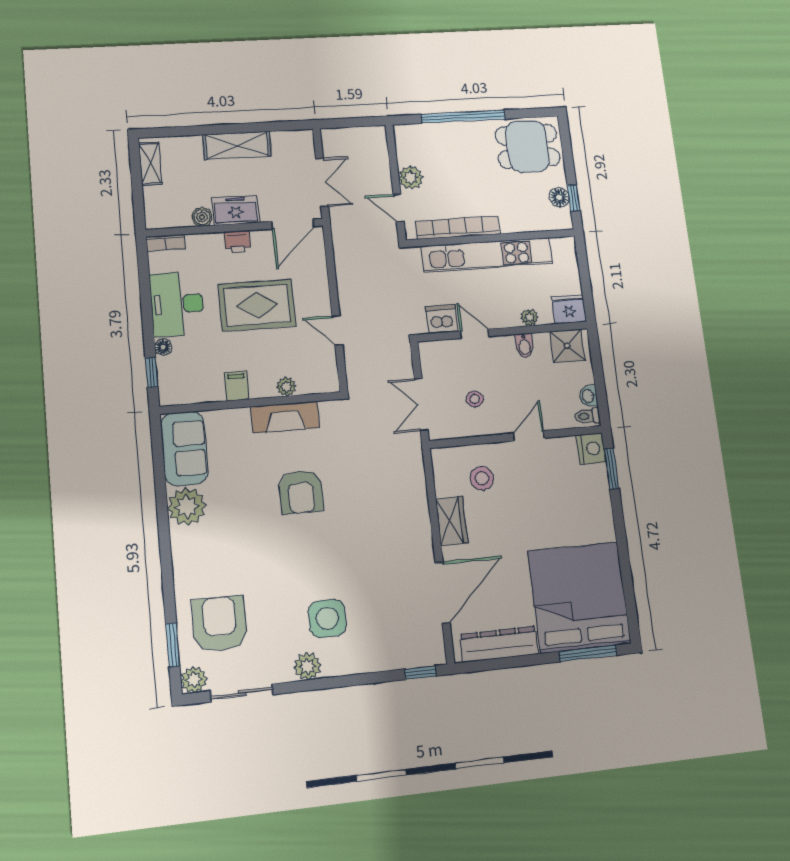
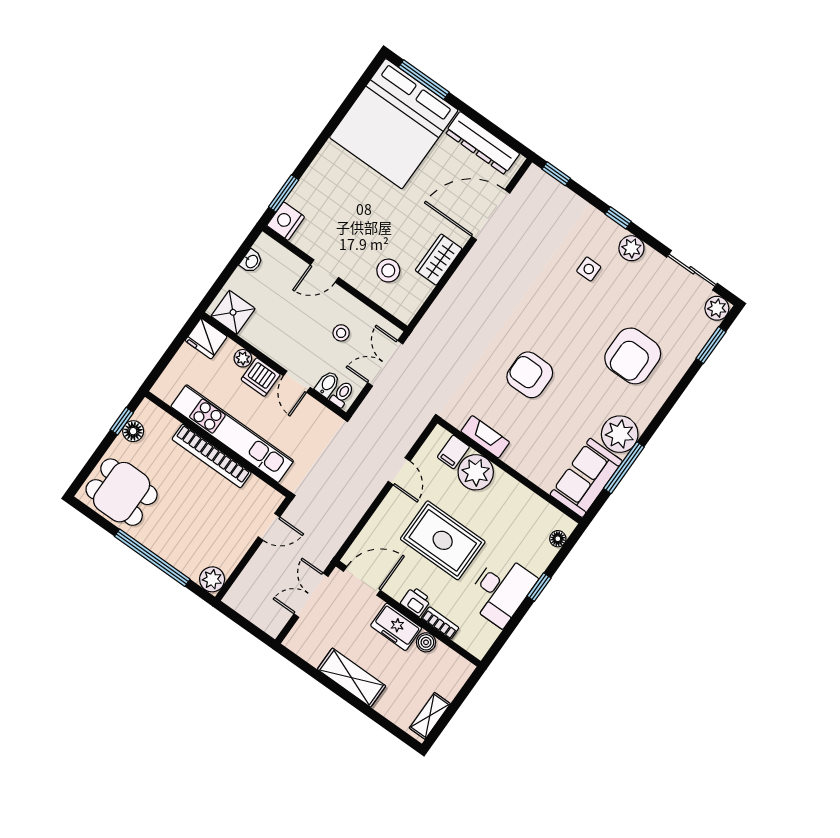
plant: (411, 178) -> (212, 579), moved
door: (399, 208) -> (269, 527), hinge flipped
bookcase: (458, 228) -> (212, 456), moved
bookcase: (166, 243) -> (440, 623), moved
dishwasher: (442, 319) -> (261, 377), moved
bidet: (524, 345) -> (327, 384), moved
floor lamp: (163, 347) -> (558, 539), moved
window: (152, 372) -> (539, 587), moved
filing cabinet: (237, 386) -> (453, 452), moved
plant: (286, 387) -> (476, 472), width x1.88, depth x1.88
double door: (421, 404) -> (385, 363), swing flipped
toilet: (587, 416) -> (342, 394), moved, turned -90
fireplace: (285, 417) -> (485, 437), width x0.73, depth x0.76
window: (160, 482) -> (624, 468), added
armchair: (301, 492) -> (530, 375), turned -90
side table: (327, 618) -> (589, 269), width x0.54, depth x0.54
armchair: (220, 624) -> (633, 356), moved
window: (340, 682) -> (618, 218), added

